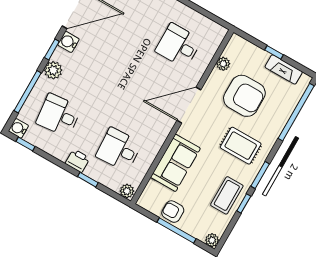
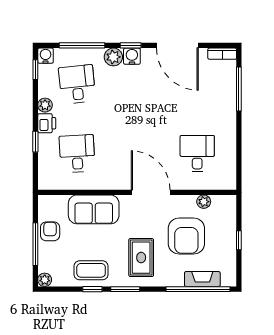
water cooler: (68, 42) -> (132, 56), moved
fireplace: (284, 69) -> (202, 279), moved, turned 90
plant: (127, 191) -> (45, 105), moved

